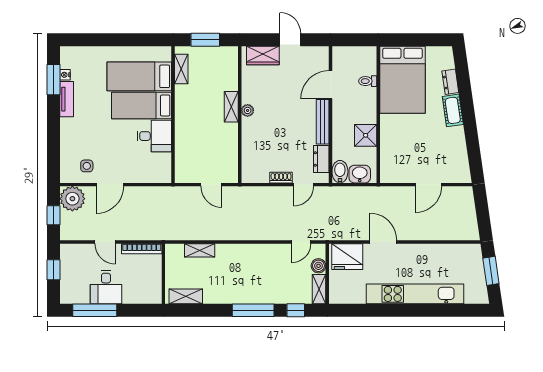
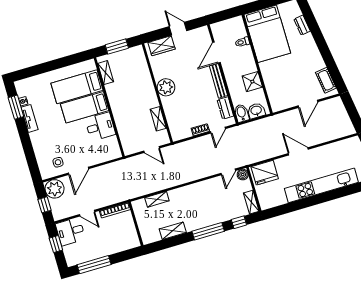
shelving: (231, 107) -> (158, 119), moved
plant: (248, 110) -> (166, 87), width x1.88, depth x1.88
cot: (453, 110) -> (326, 80), moved
door: (383, 242) -> (298, 151), moved
boiler: (318, 266) -> (243, 175), moved
desk: (106, 287) -> (70, 231), moved, turned 90
shelving: (186, 296) -> (173, 231), moved

